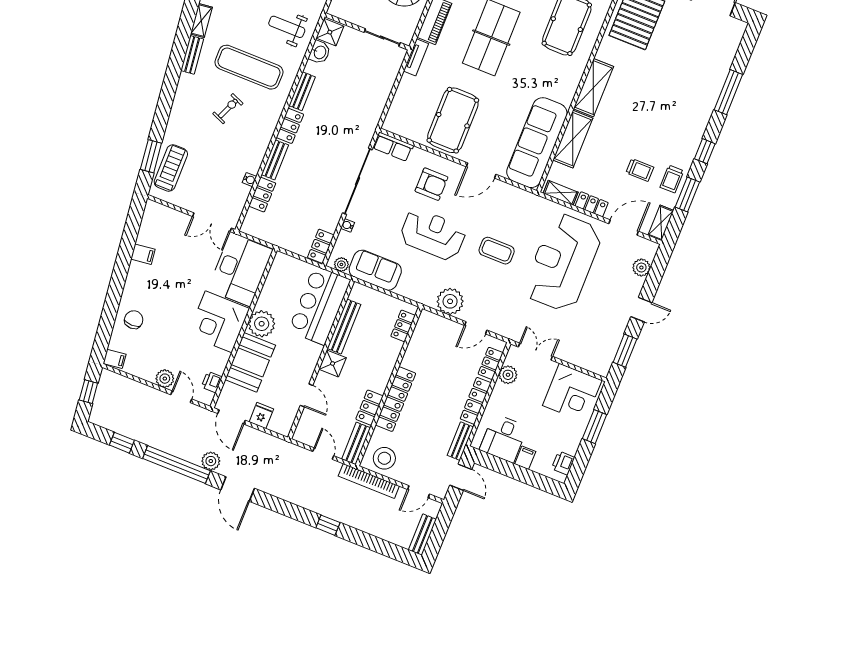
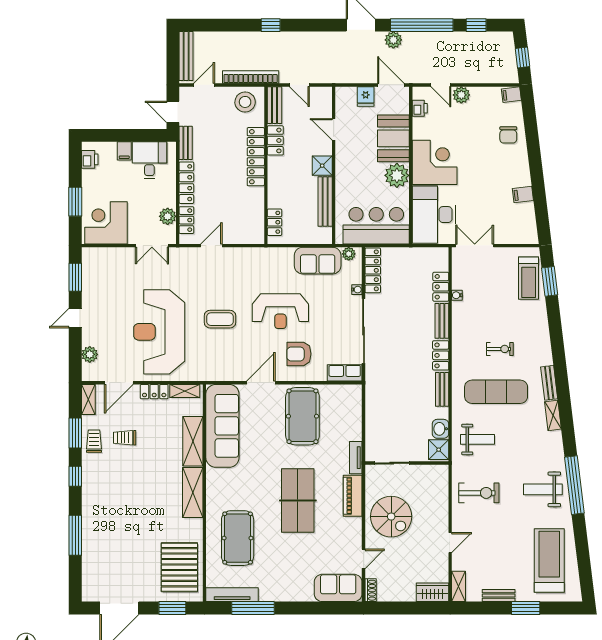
exercise bike: (228, 109) -> (500, 349), turned -113
locker: (321, 246) -> (373, 270), width x1.53
reception desk: (563, 262) -> (159, 332), turned 180
plant: (450, 301) -> (243, 260), removed
bar counter: (319, 305) -> (376, 226), moved, turned -90
bench: (422, 535) -> (186, 56), width x1.36

